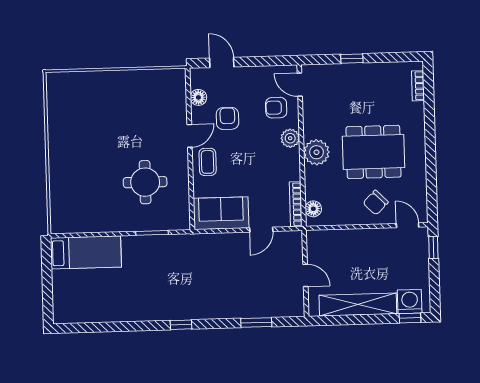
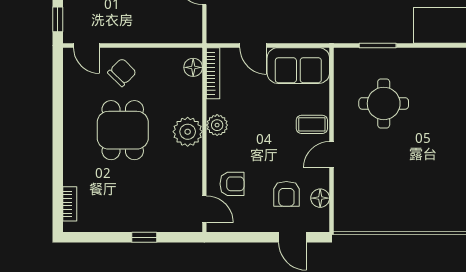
armchair: (227, 118) -> (286, 194), moved
plant: (290, 138) -> (217, 125), moved
dining table: (373, 152) -> (123, 130), width x0.73
coffee table: (208, 162) -> (312, 124), turned 90
door: (261, 230) -> (253, 45), swing flipped

